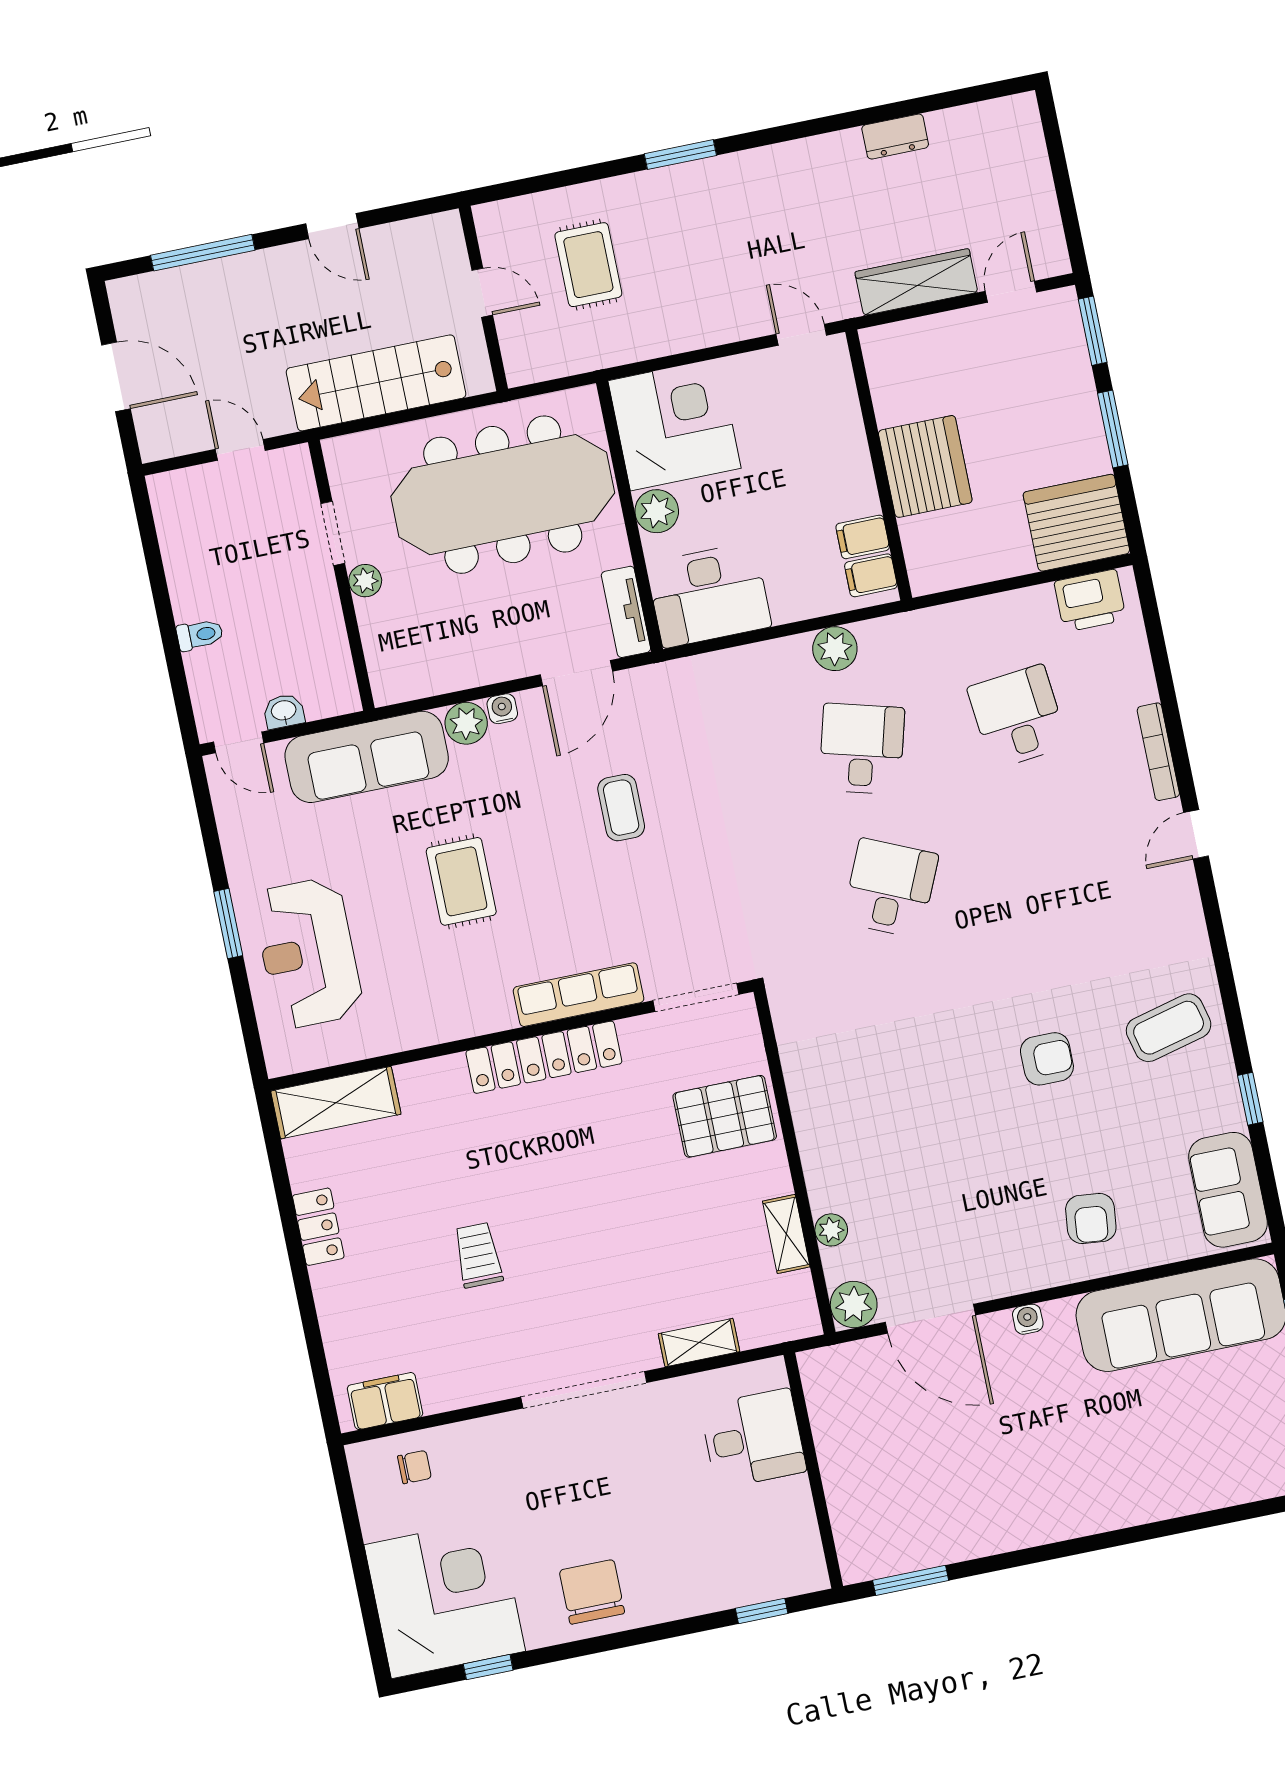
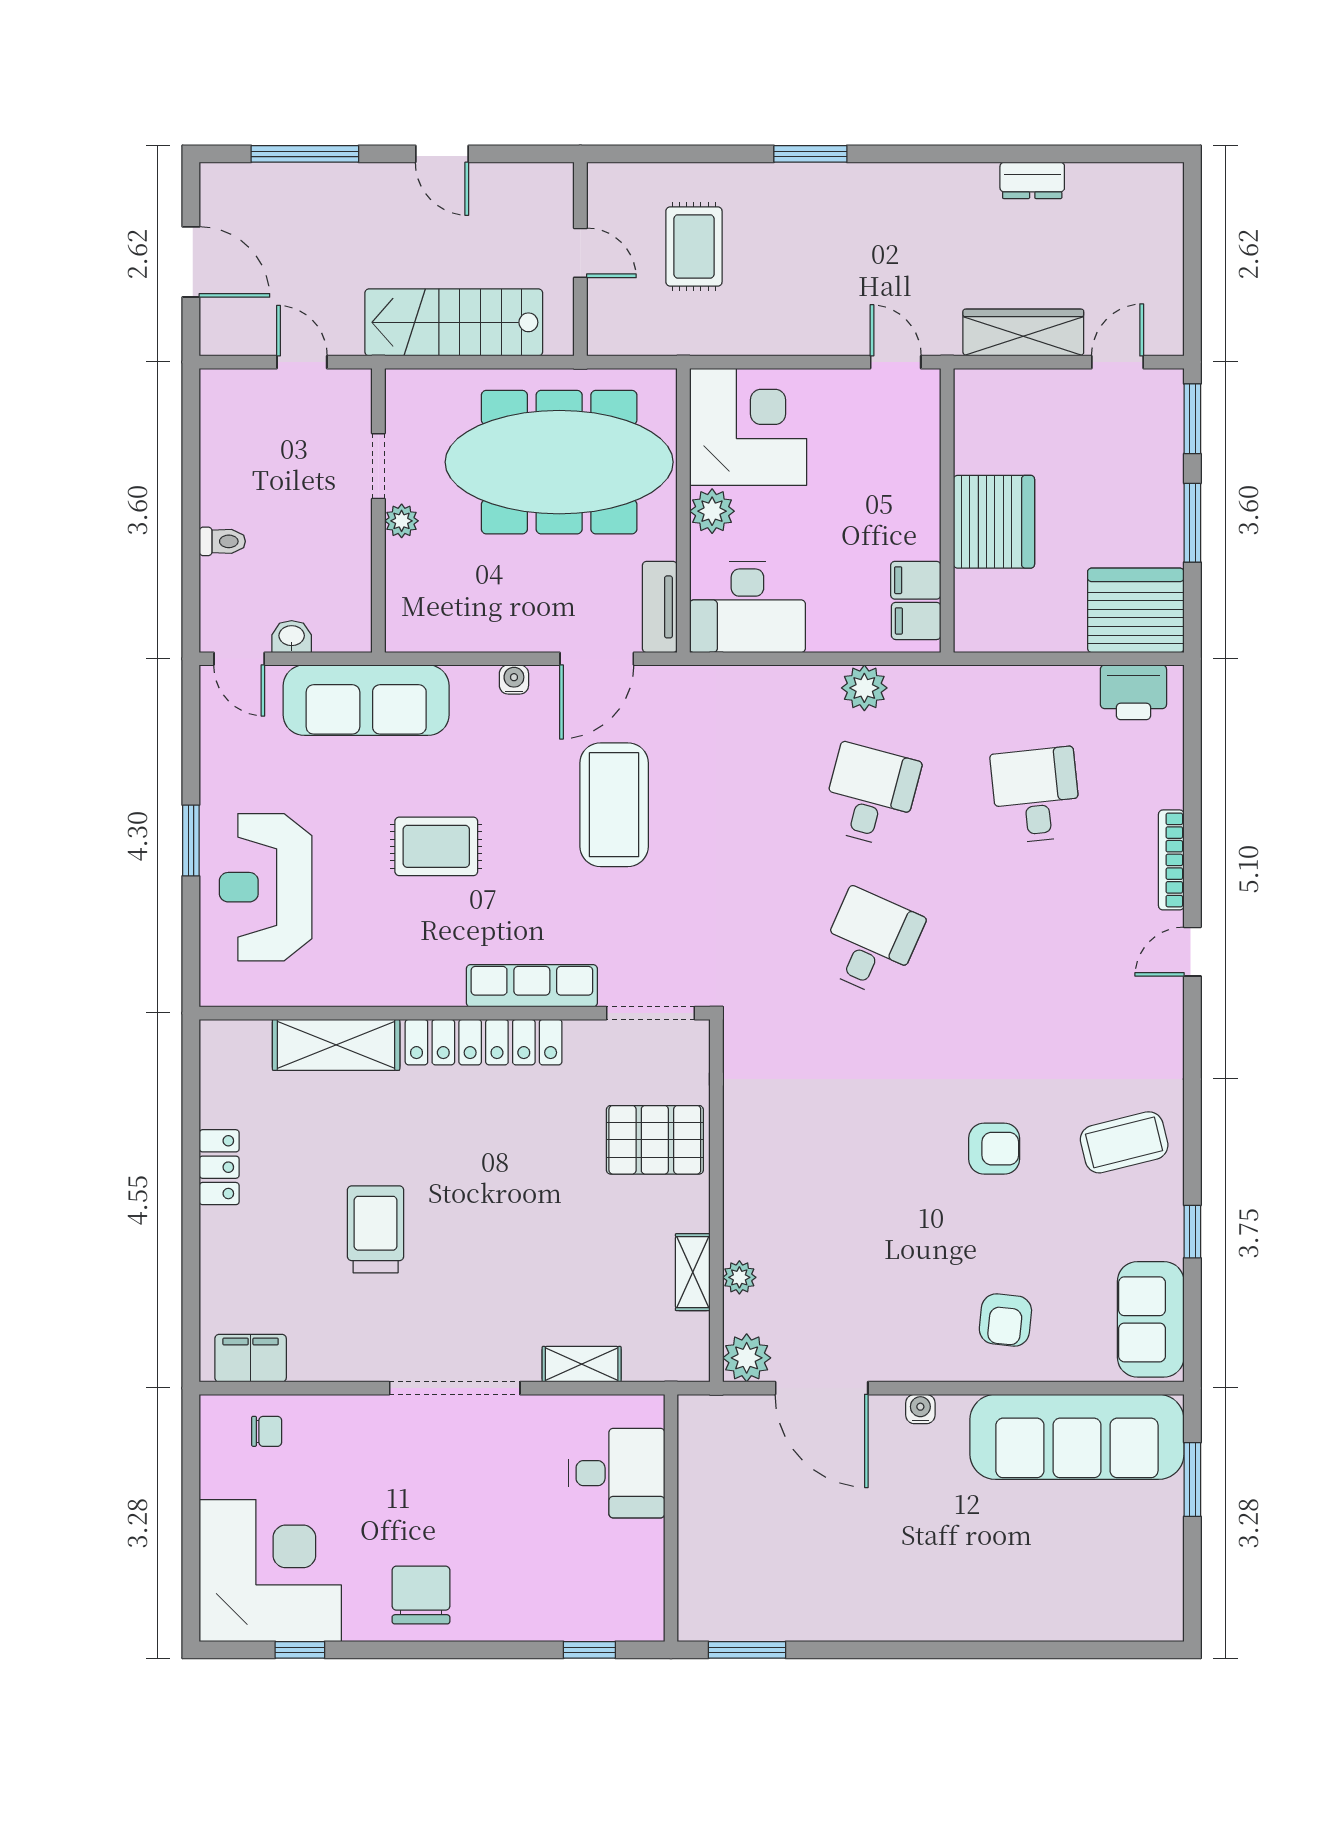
plant: (466, 723) -> (474, 687), removed
coffee table: (621, 808) -> (614, 805), width x1.86, depth x1.72
rug: (461, 881) -> (436, 846), turned 90
shelving: (336, 1103) -> (336, 1045), moved
trolley: (478, 1255) -> (376, 1229), width x1.36, depth x1.39

